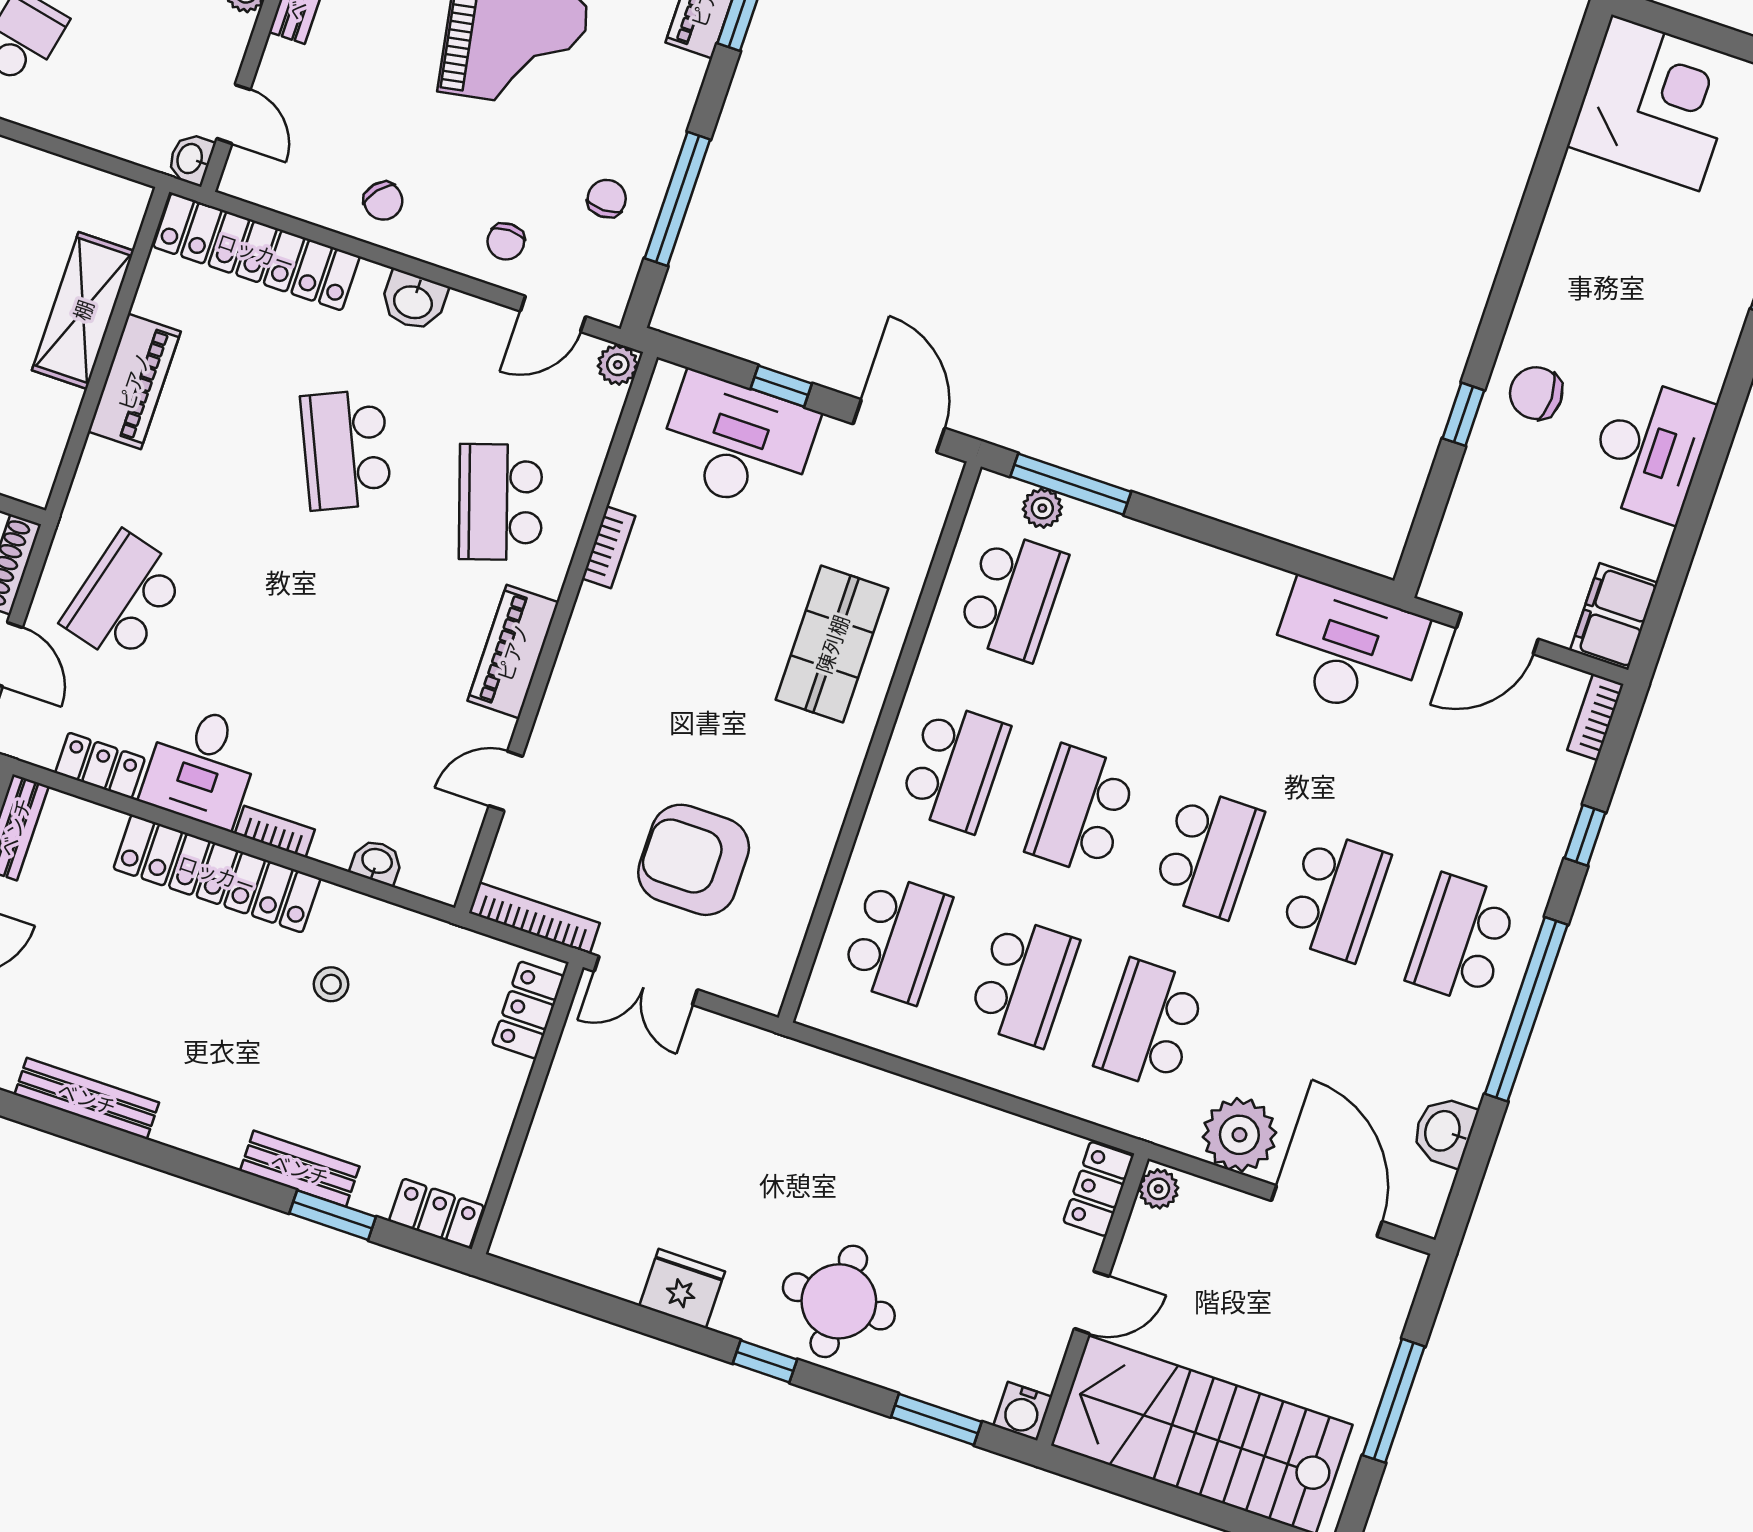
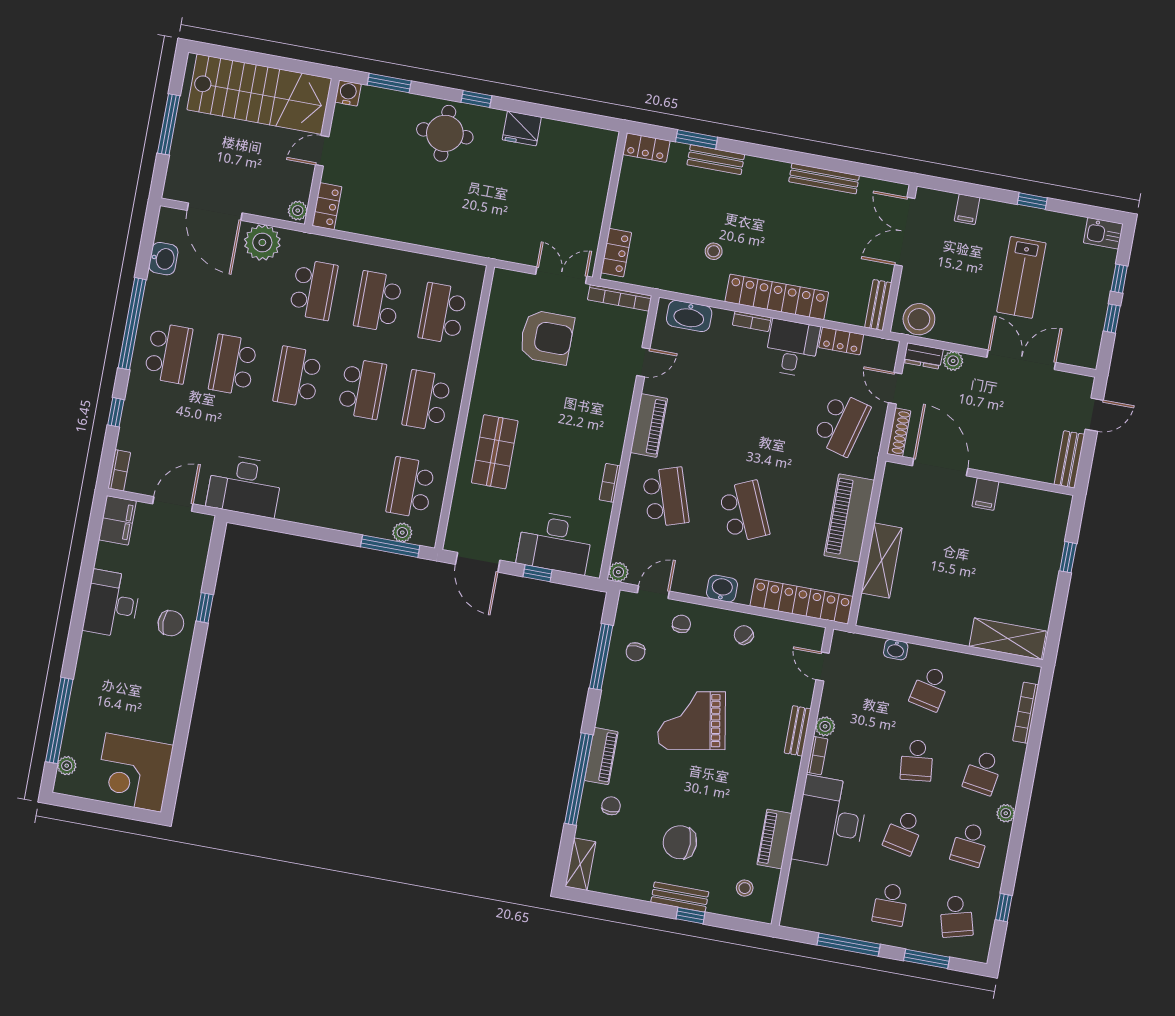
washbasin: (191, 159) -> (896, 650), moved, turned 90
piano: (134, 381) -> (849, 518), width x1.37, depth x1.33
washbasin: (377, 862) -> (689, 316), width x1.91, depth x1.45

